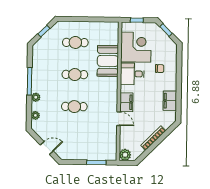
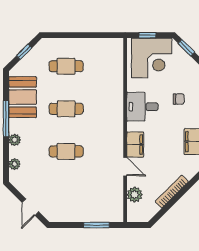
corner desk: (136, 47) -> (152, 58), moved, turned 90
booth: (108, 61) -> (23, 97), moved
door: (47, 148) -> (30, 207), swing flipped
plant: (125, 155) -> (135, 195), moved

